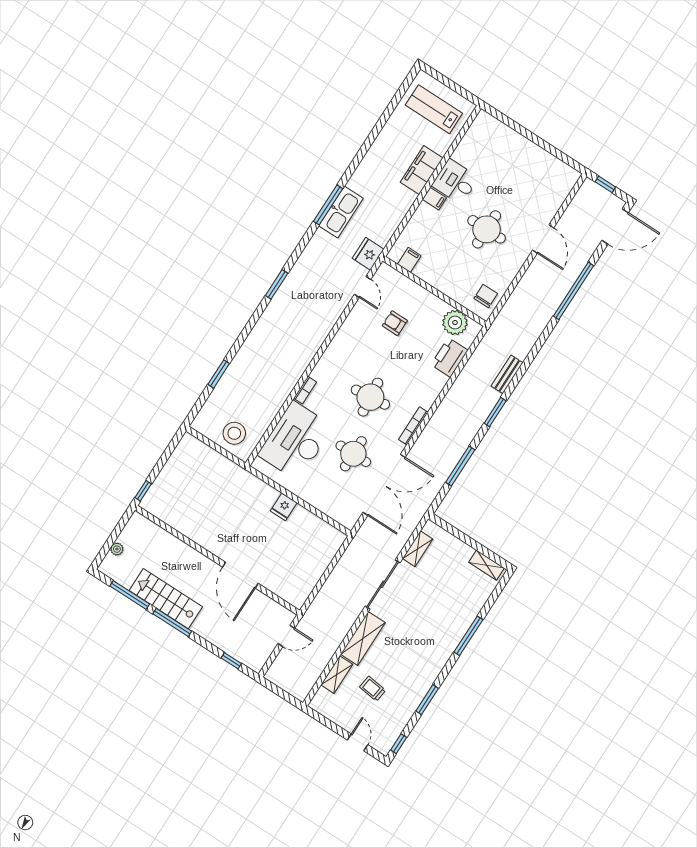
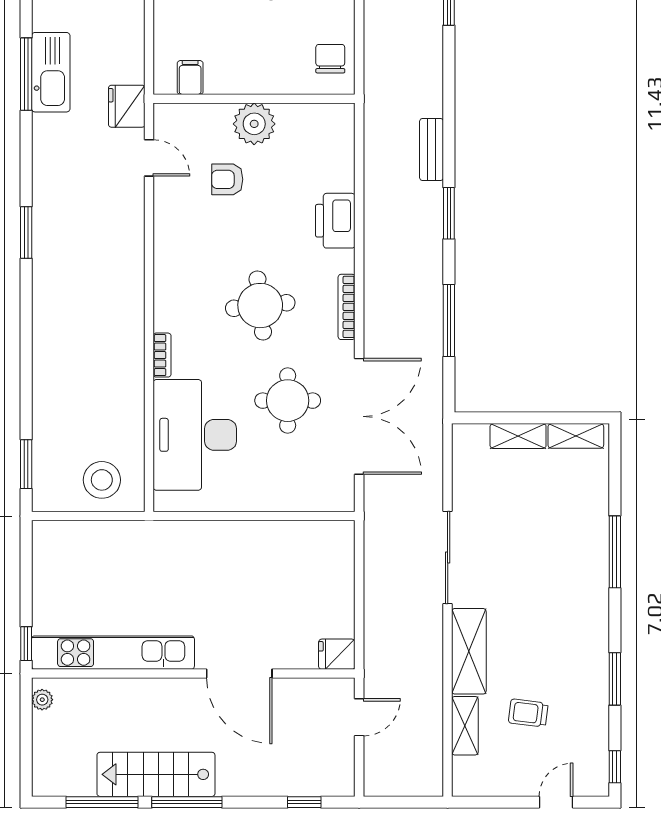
plant: (455, 323) -> (254, 124), moved
printer: (449, 357) -> (335, 221), moved
window: (219, 374) -> (26, 464), moved
fridge: (284, 507) -> (337, 654), moved, turned 90
kitchen unit: (184, 524) -> (113, 653), added
plant: (117, 549) -> (42, 700), moved
shelving: (418, 549) -> (518, 436), moved, turned 90
door: (358, 742) -> (556, 802), hinge flipped

